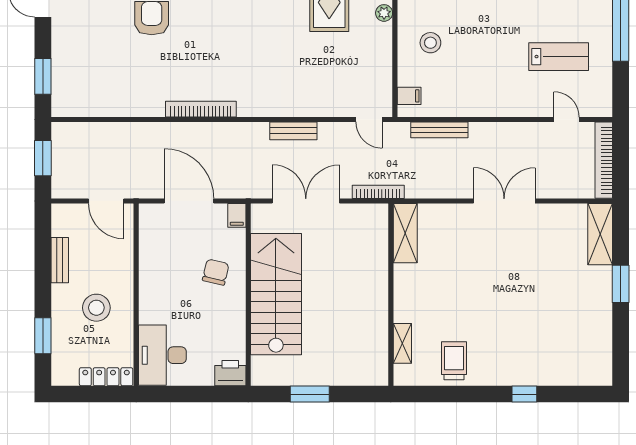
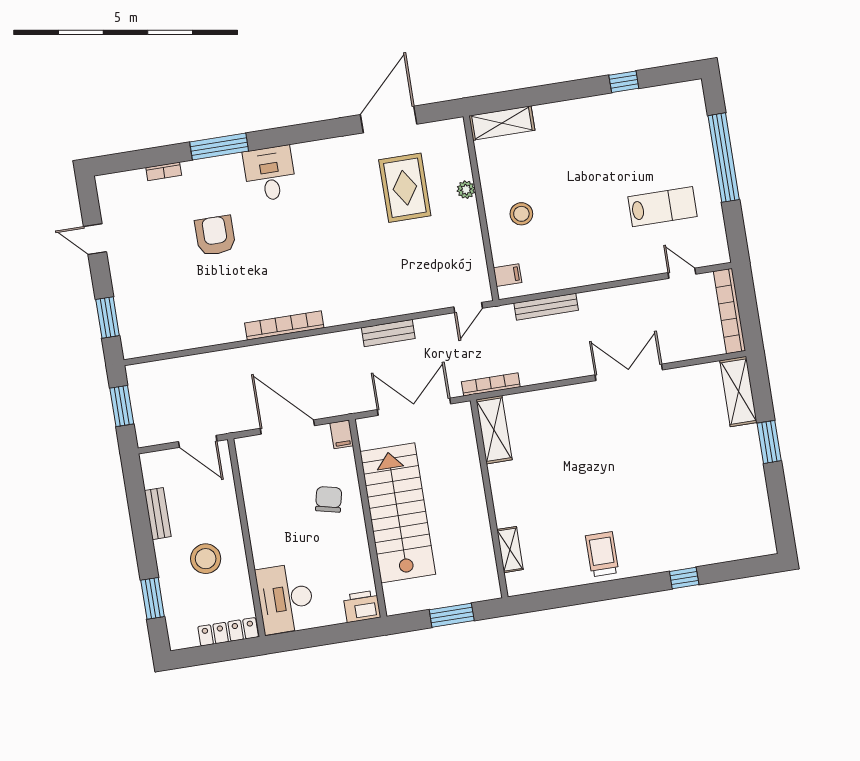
door: (369, 119) -> (468, 308), hinge flipped
shelving: (405, 233) -> (494, 430), moved
wall: (391, 295) -> (489, 499), moved
shelving: (402, 343) -> (510, 550), moved

